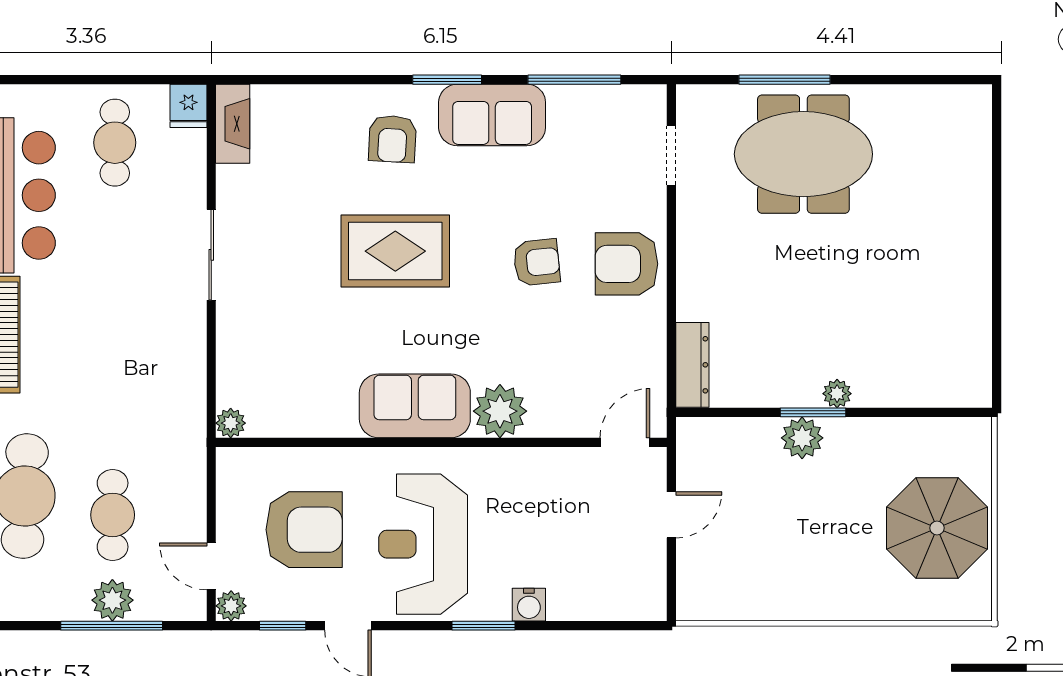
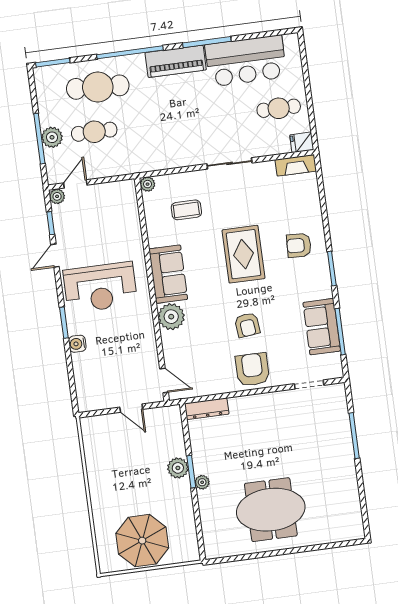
sofa: (492, 115) -> (322, 327), moved
meeting table: (803, 154) -> (271, 510), moved, turned 90
coffee table: (292, 353) -> (186, 210), added
armchair: (304, 530) -> (100, 228), removed
reception desk: (423, 544) -> (100, 287), turned 180

